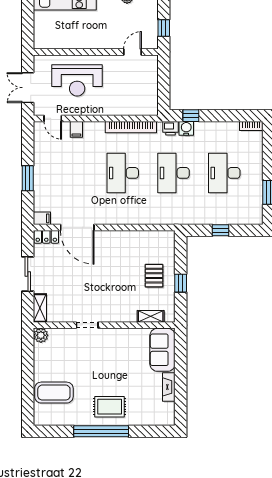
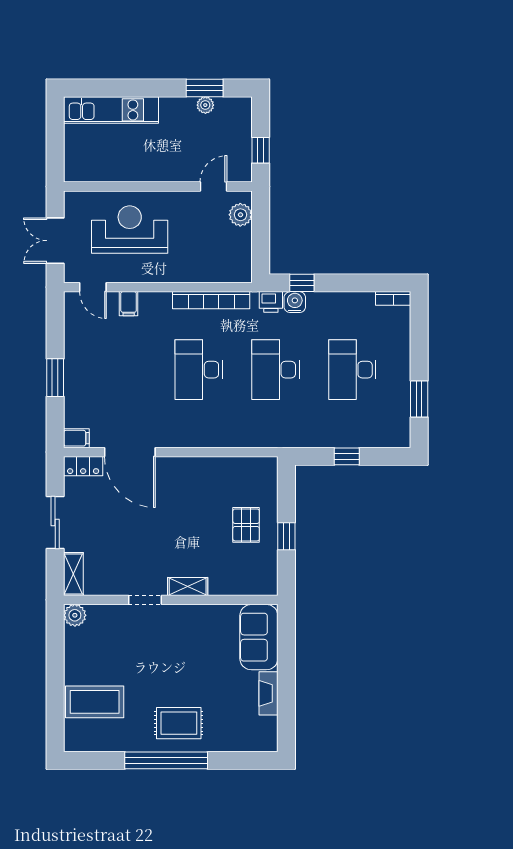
plant: (150, 71) -> (240, 215), added
reception desk: (77, 80) -> (130, 230), turned 180
shelving: (151, 316) -> (188, 586), moved

